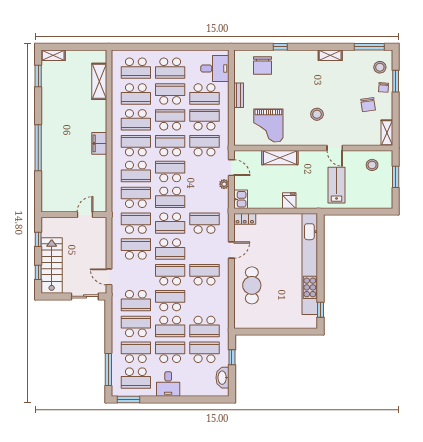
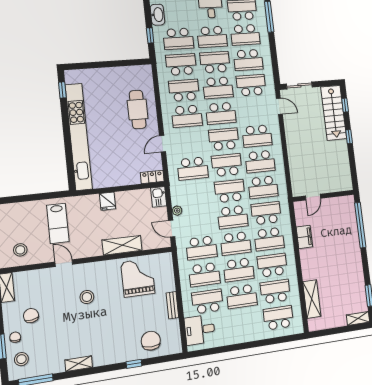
school desk: (170, 68) -> (184, 90), moved
wall: (74, 215) -> (323, 196), moved
door: (85, 215) -> (313, 197), moved

